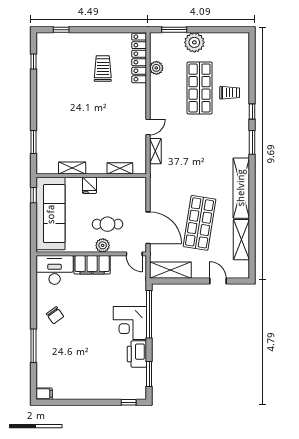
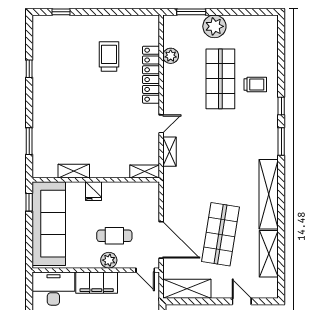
locker: (139, 58) -> (151, 75), moved
window: (33, 62) -> (29, 69), moved
shelving: (120, 168) -> (145, 171), moved

